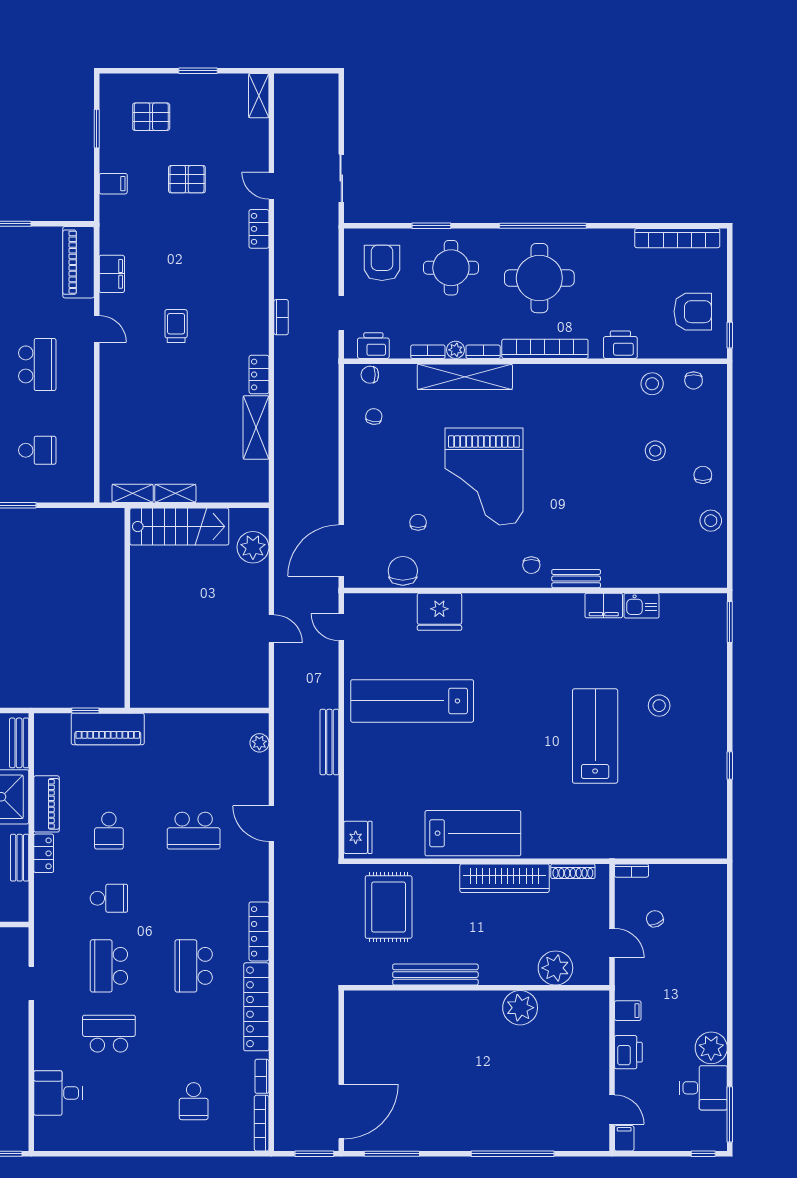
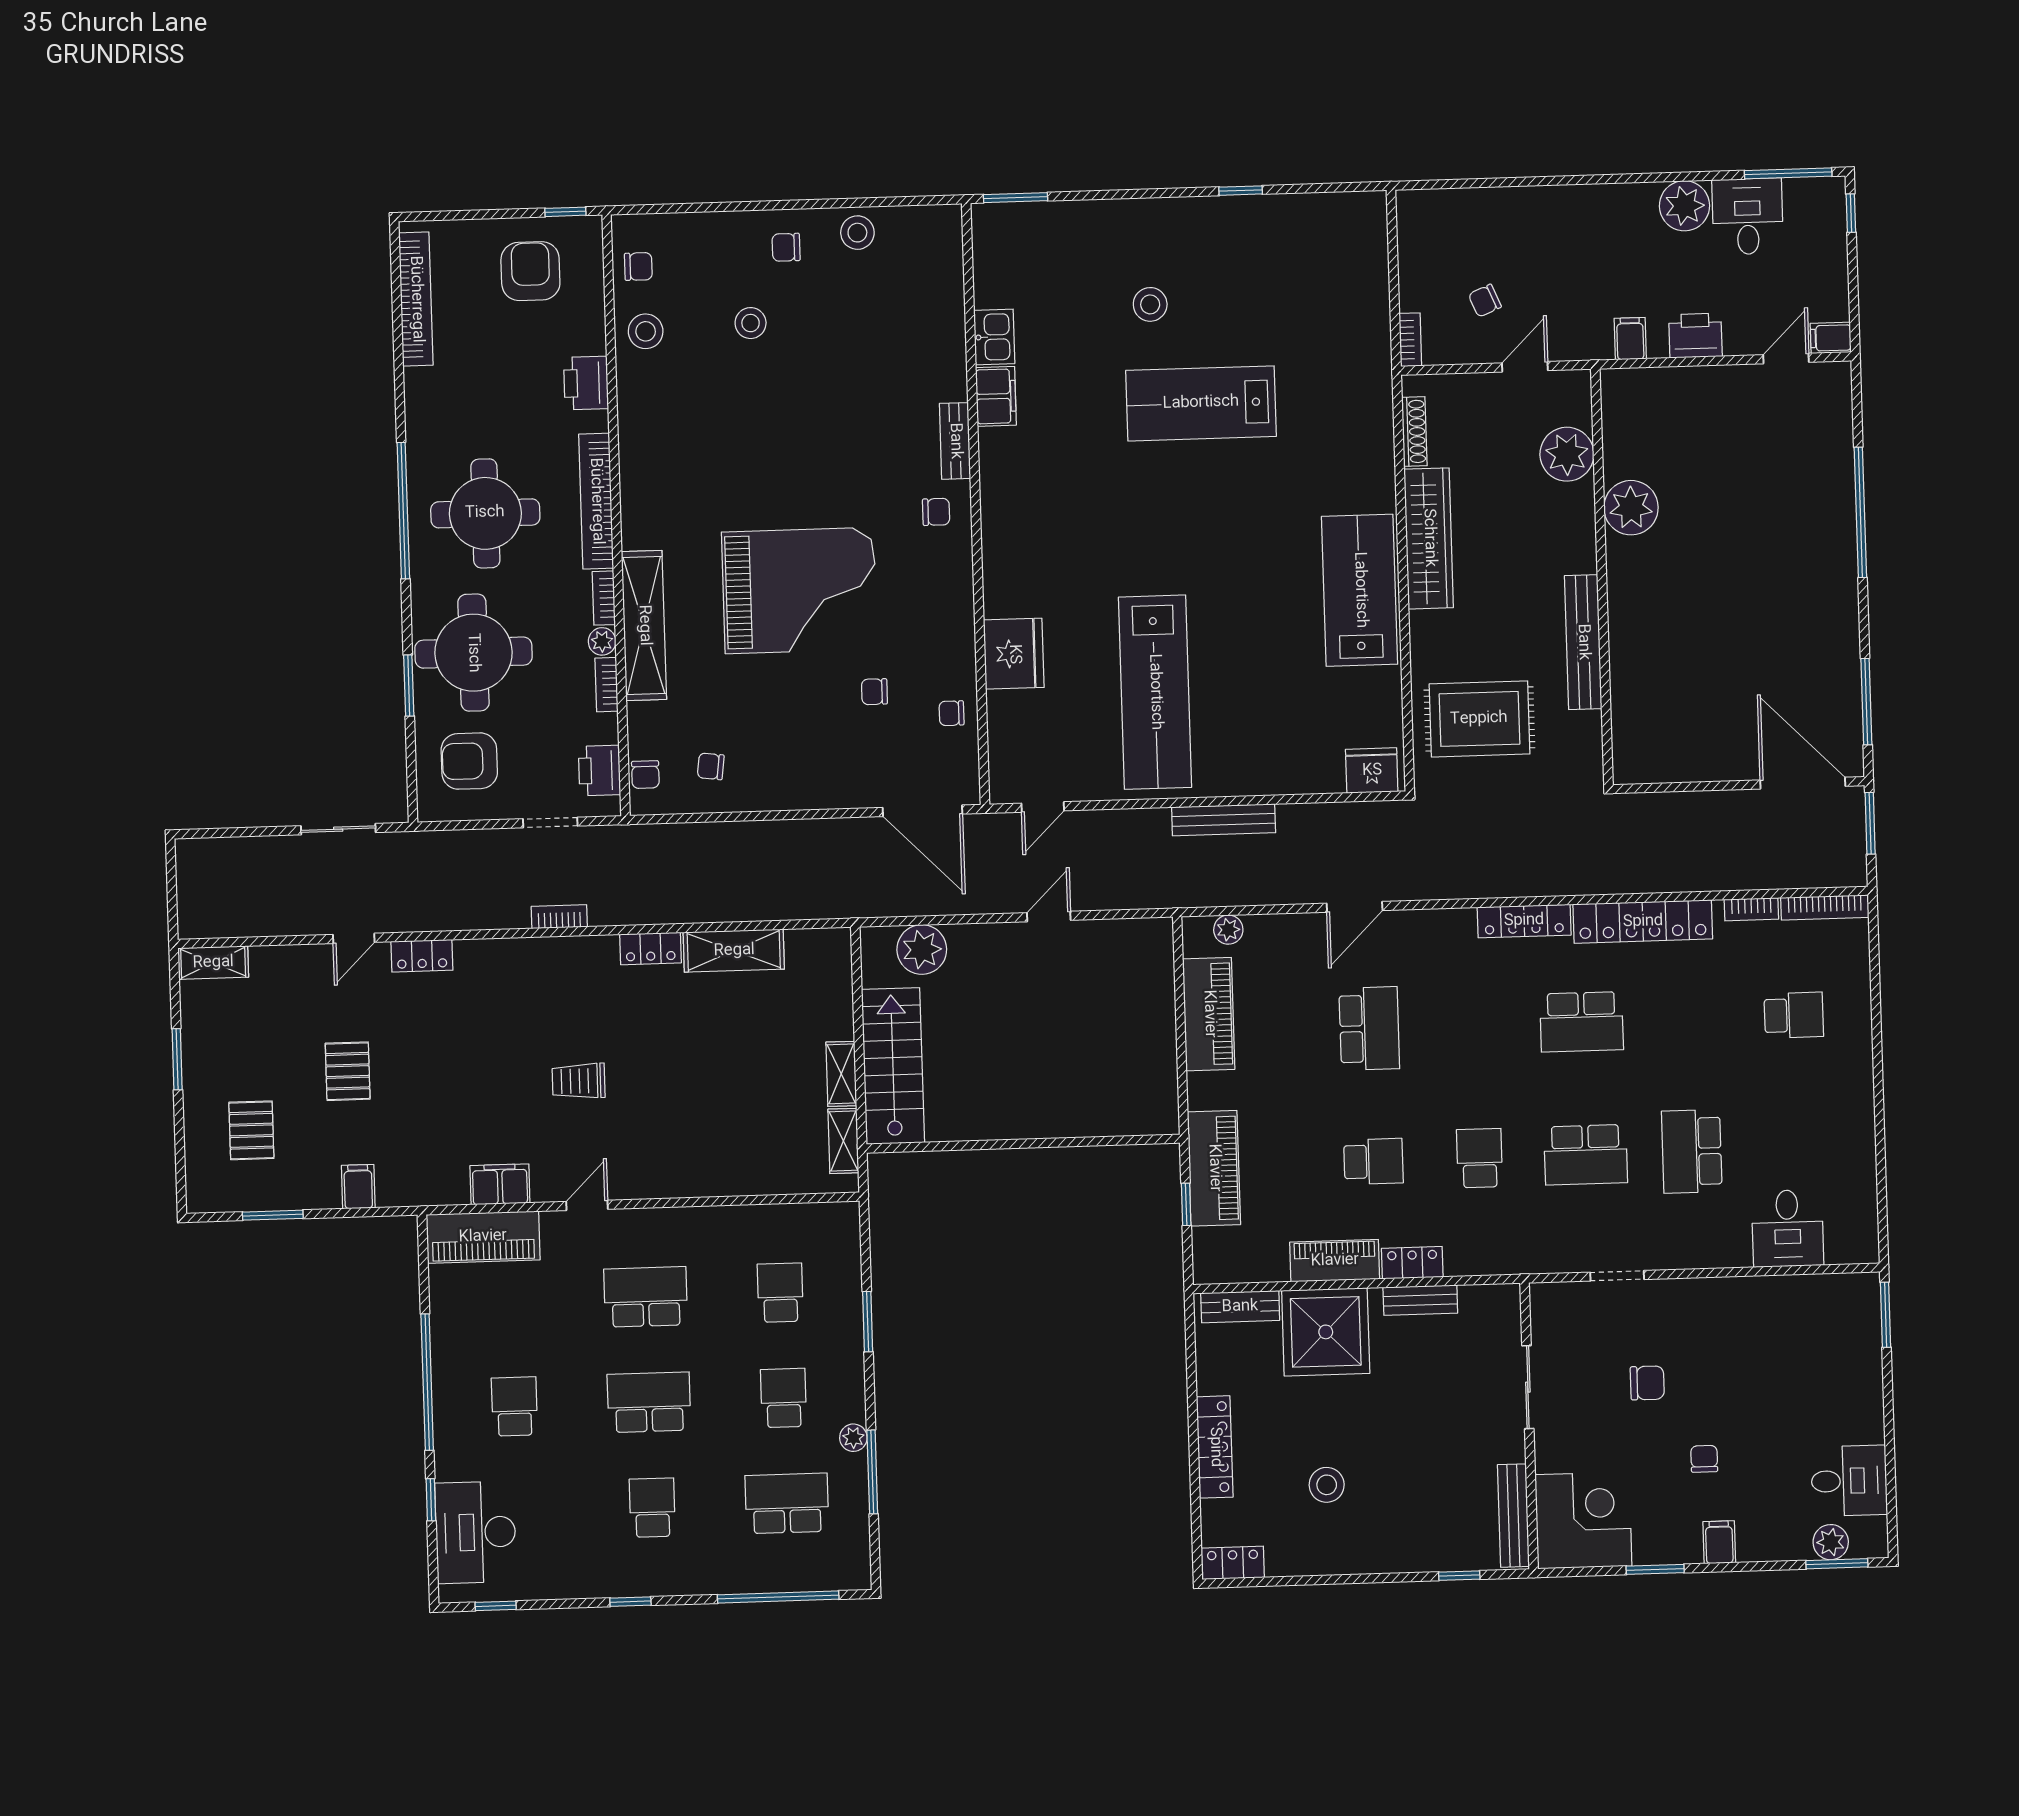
round table: (451, 268) -> (473, 653), width x1.36, depth x1.36
chair: (403, 571) -> (952, 713), width x0.54, depth x0.54
piano: (206, 729) -> (1209, 1014), added

